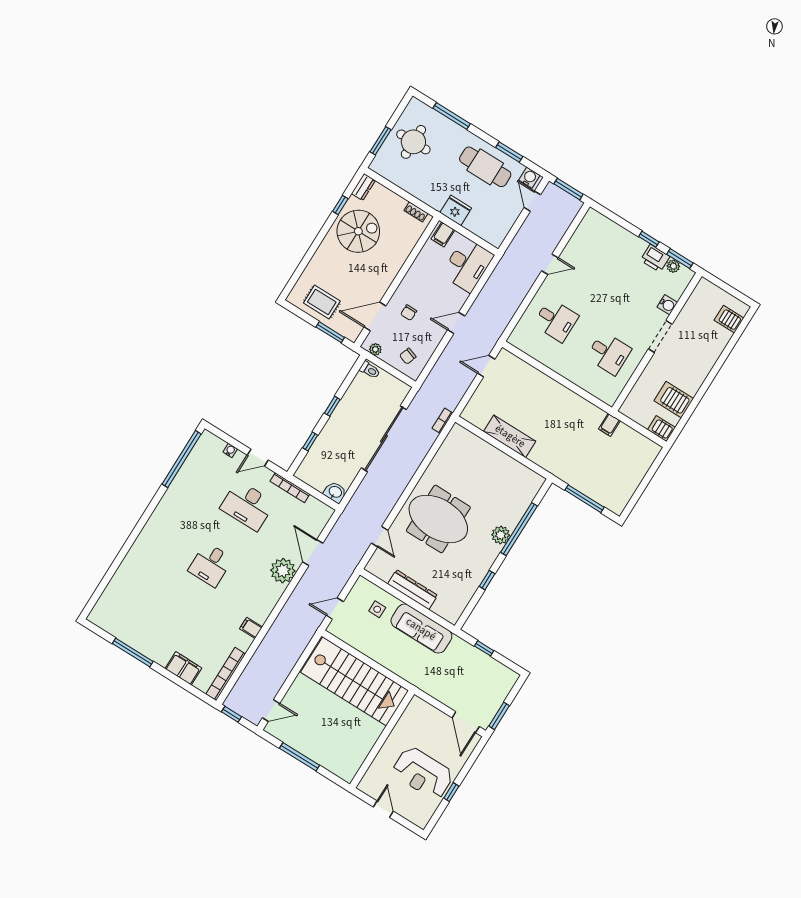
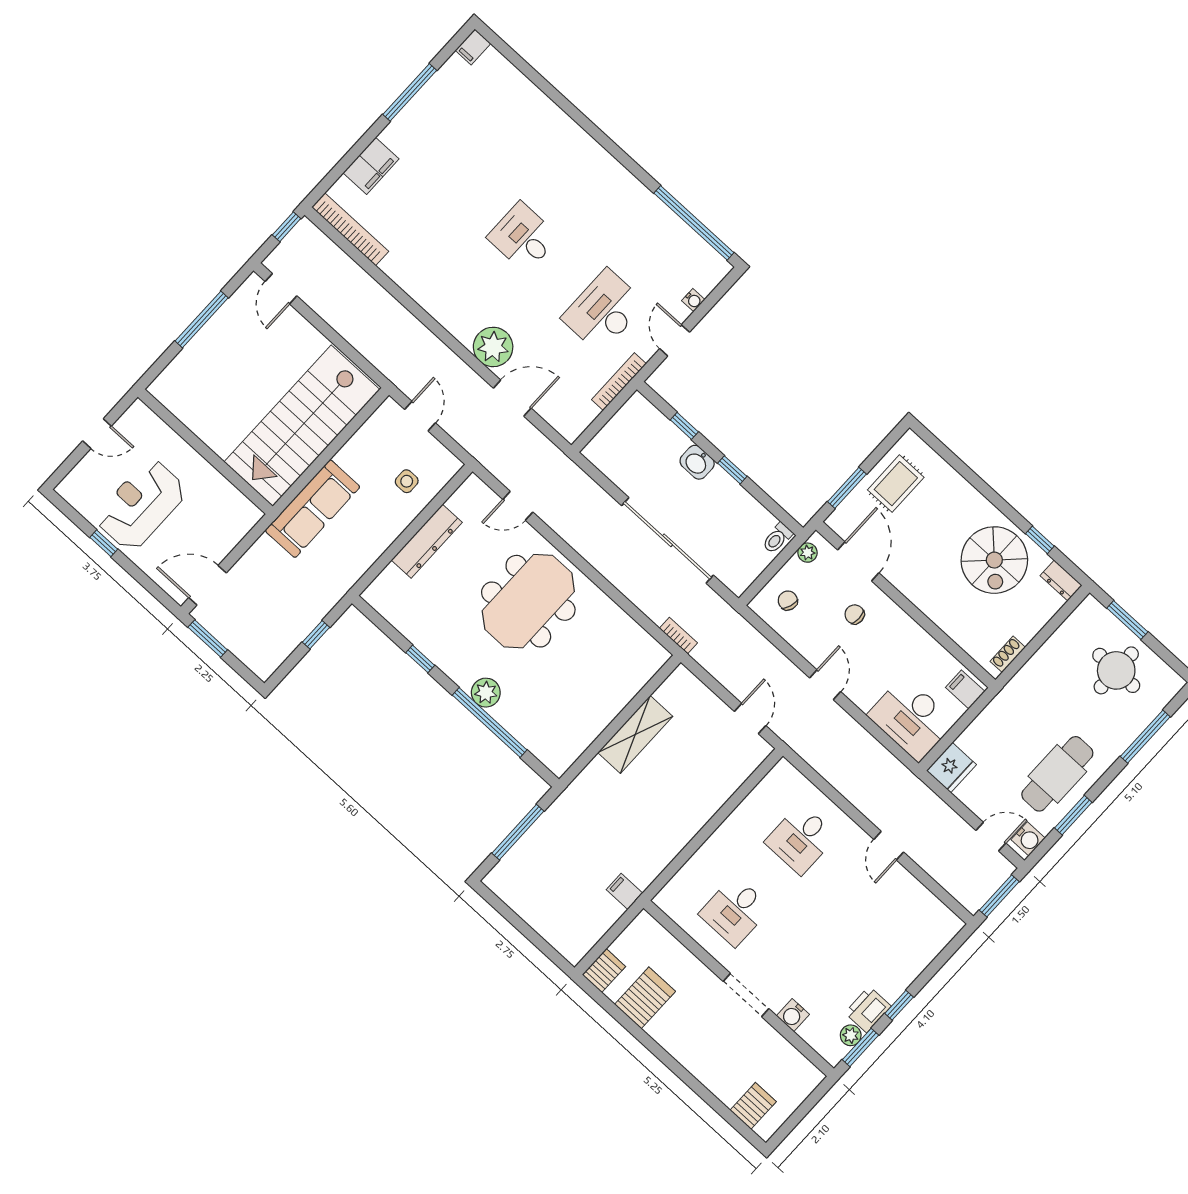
fridge: (456, 210) -> (951, 768), moved
washbasin: (335, 492) -> (697, 462), moved, turned 90
filing cabinet: (251, 628) -> (473, 47), moved, turned 180
sofa: (421, 629) -> (313, 509), moved, turned 180

